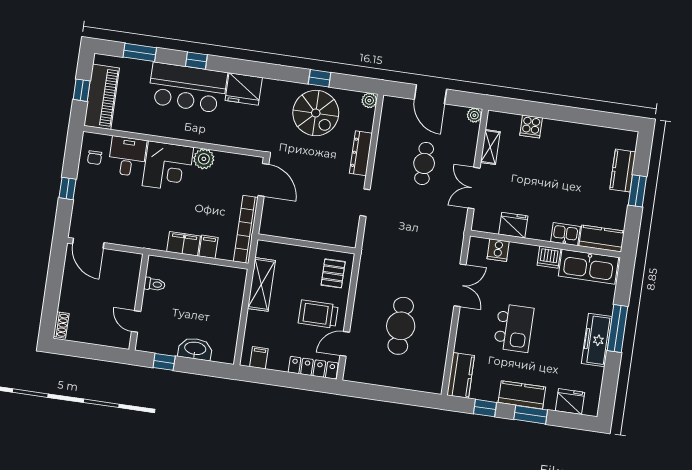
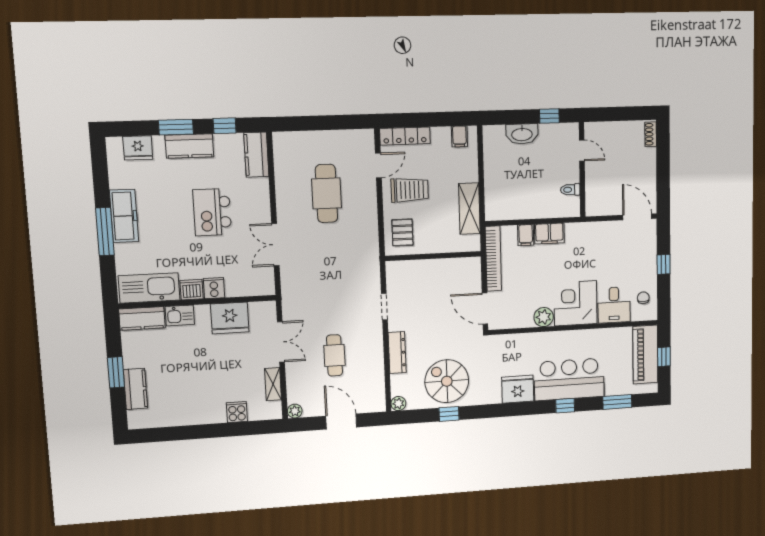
fridge: (513, 225) -> (230, 318), width x1.36, depth x1.34
cooker: (498, 250) -> (214, 288), moved

